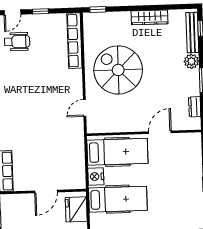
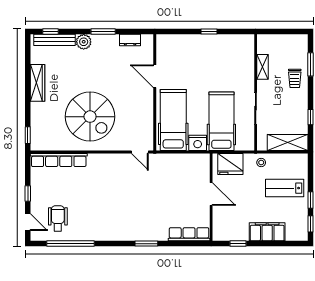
spiral stairs: (118, 70) -> (90, 117), turned -90
door: (85, 108) -> (140, 152), moved

